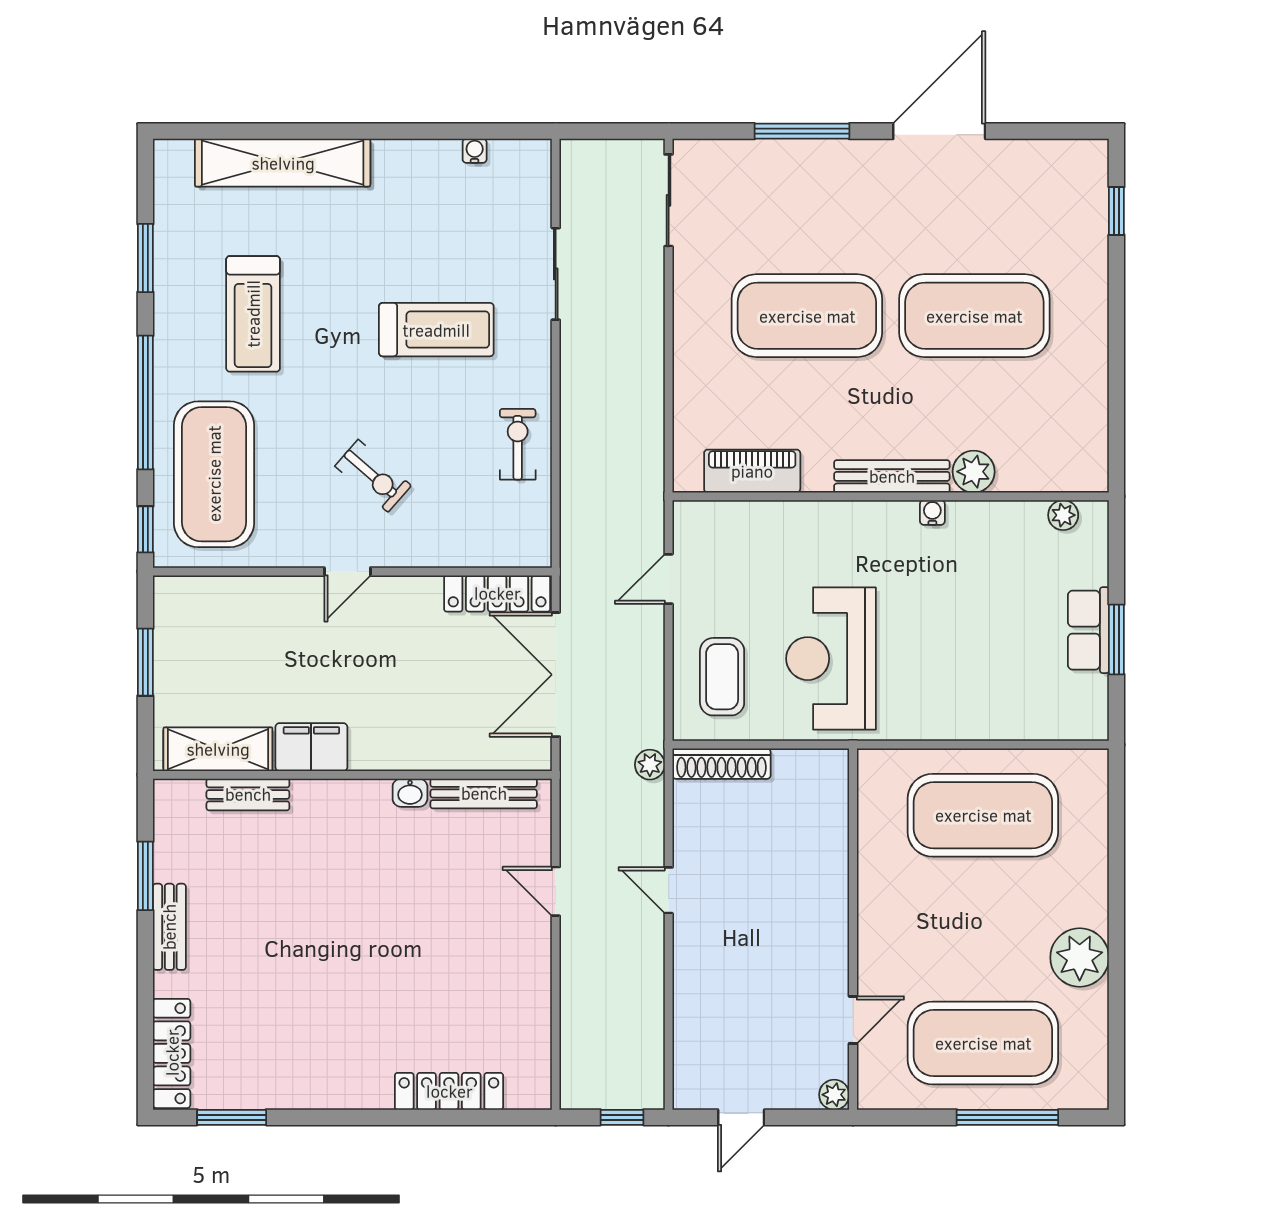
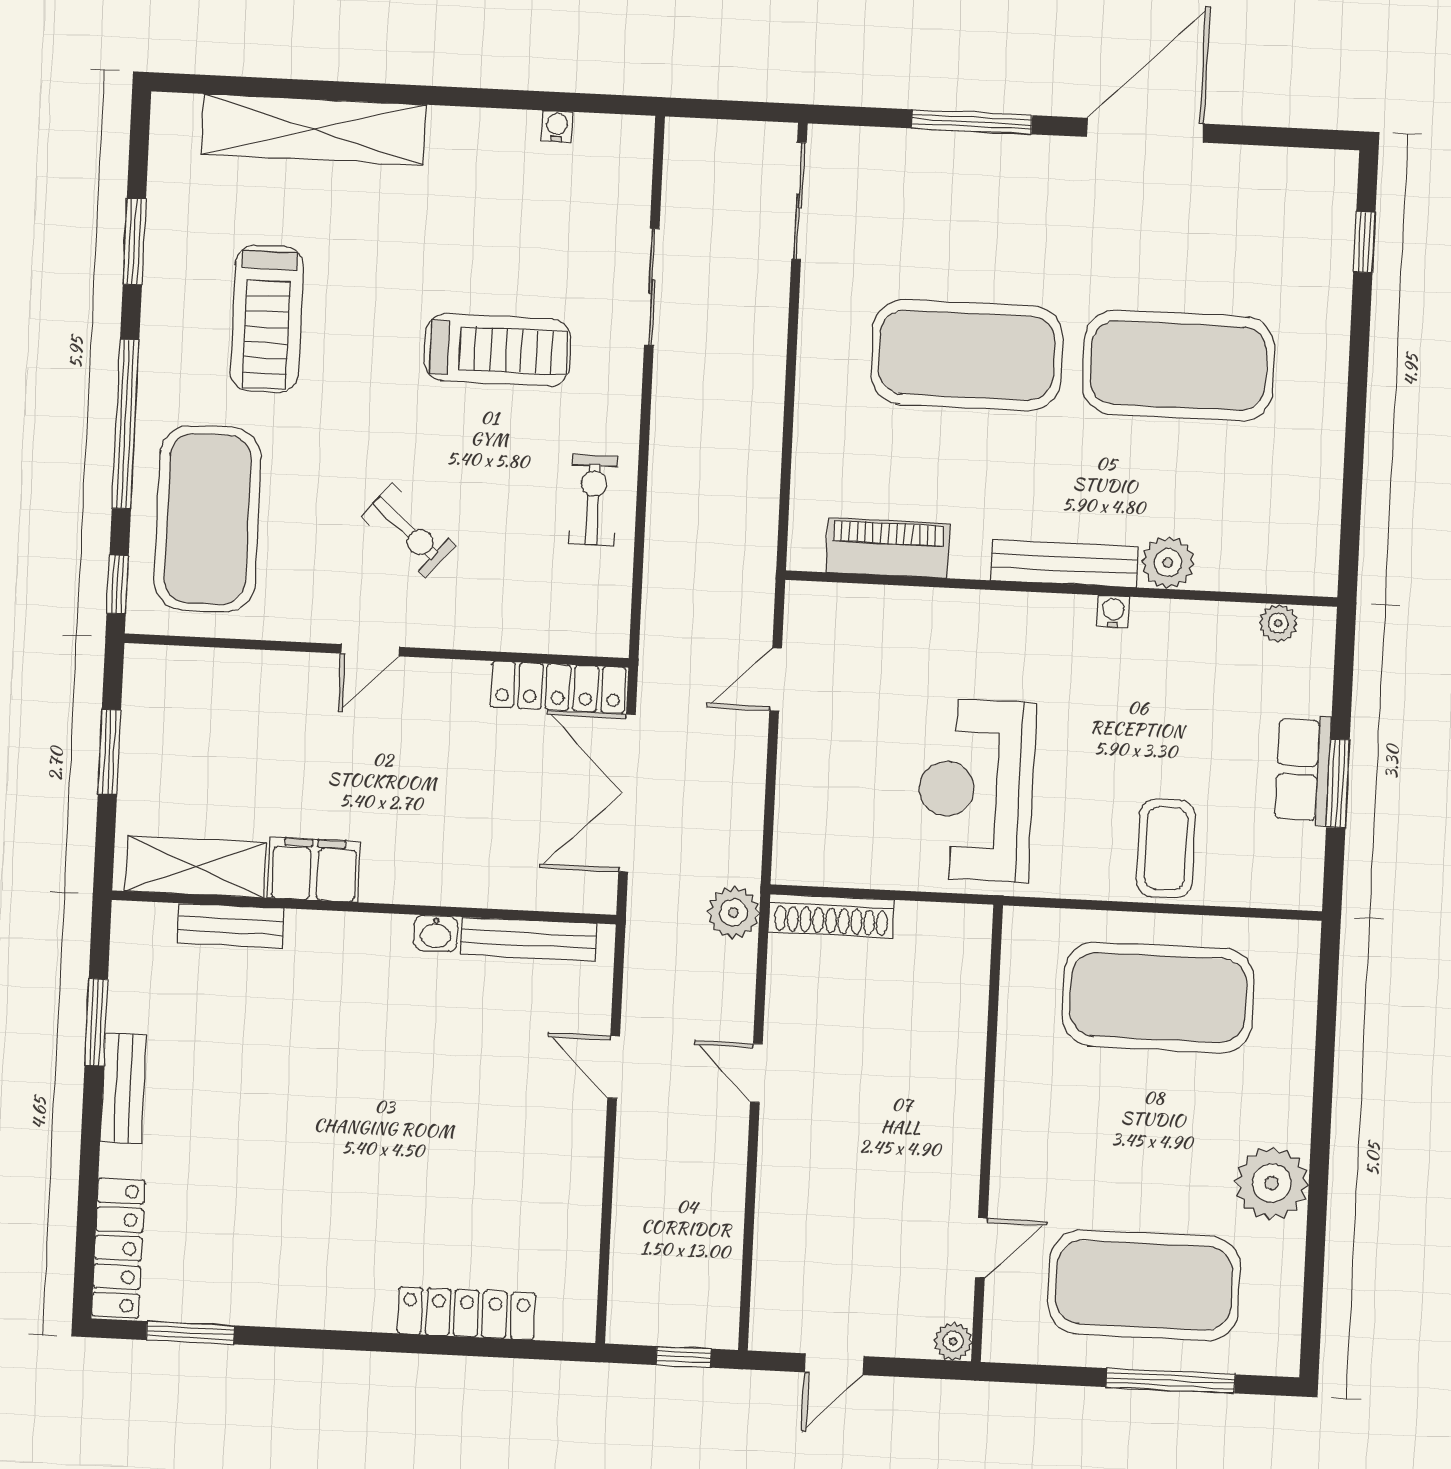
coffee table: (722, 677) -> (1166, 848), moved
plant: (650, 765) -> (733, 912), width x1.38, depth x1.38

